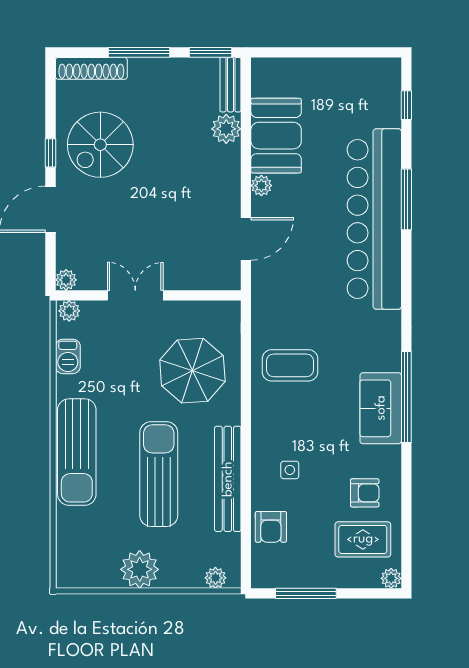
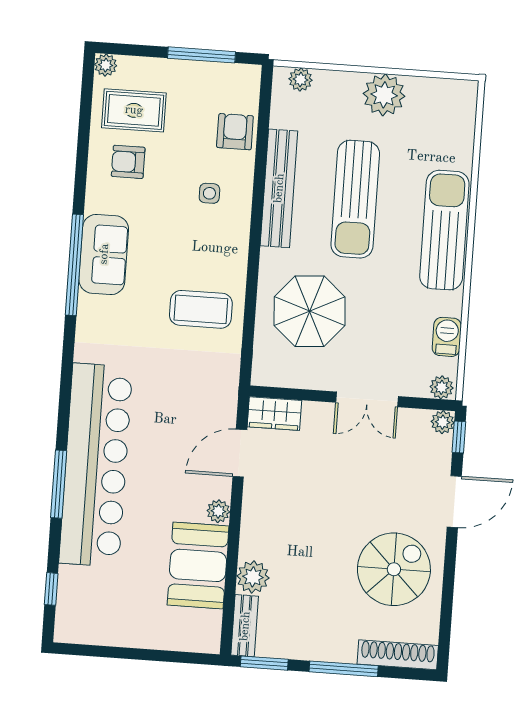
window: (51, 153) -> (459, 437), moved
wardrobe: (217, 277) -> (274, 414), added

